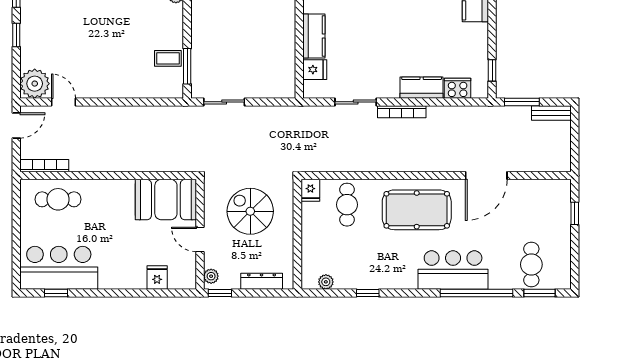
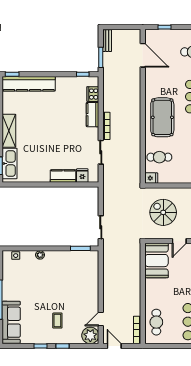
coffee table: (168, 58) -> (57, 321), moved
door: (486, 175) -> (143, 55), moved
spiral stairs: (250, 211) -> (163, 212), turned 90

